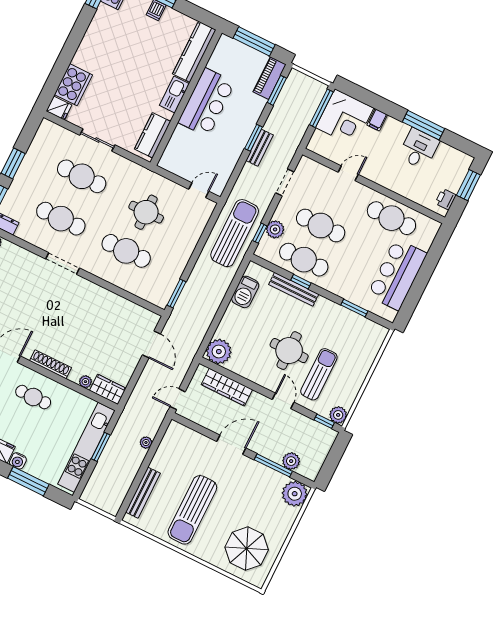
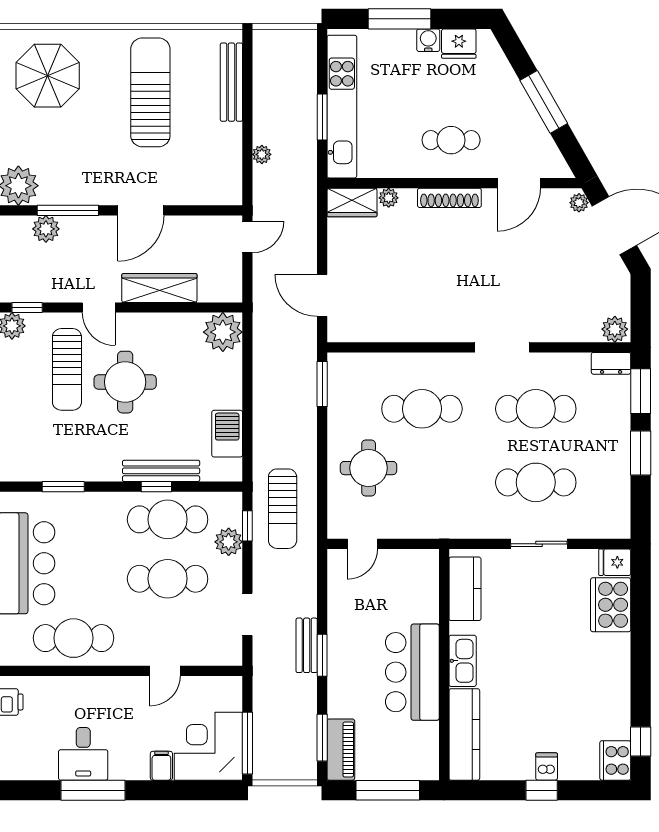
round table: (146, 212) -> (369, 468), moved
sun lounger: (235, 233) -> (283, 509), width x0.73, depth x0.75
wardrobe: (227, 387) -> (159, 288), moved

